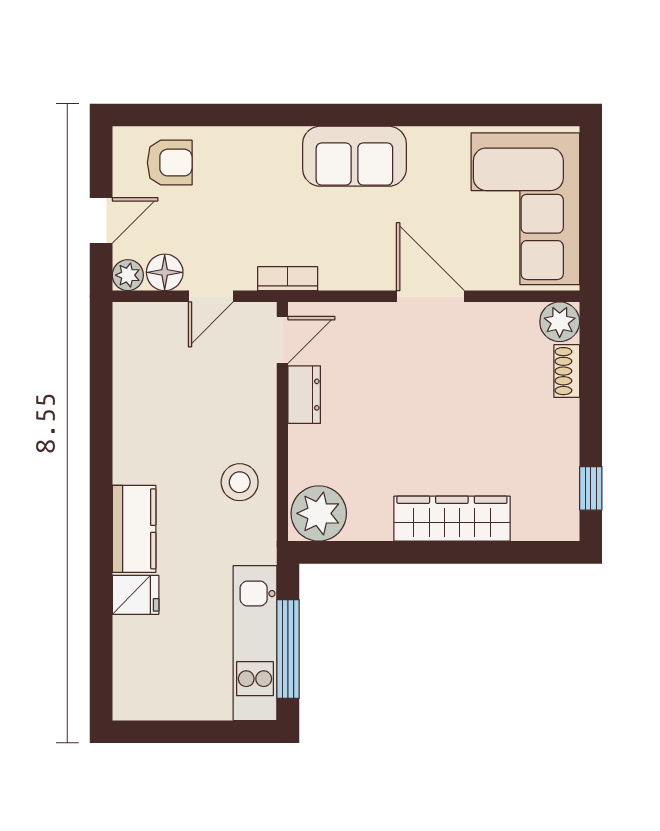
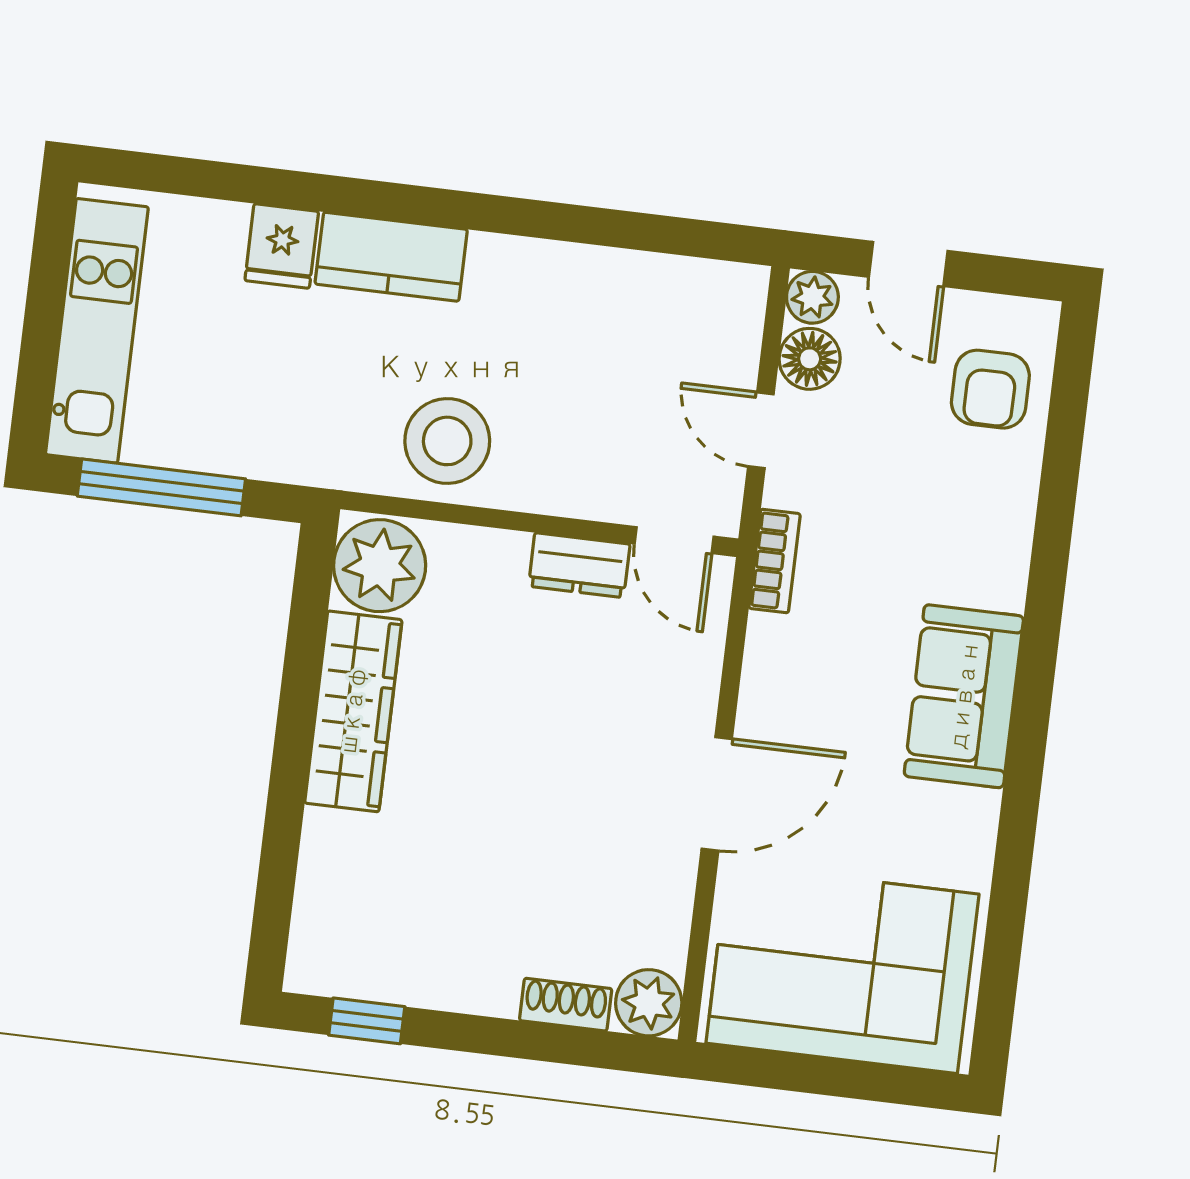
stool: (240, 482) -> (447, 441), width x1.38, depth x1.38
wardrobe: (452, 519) -> (353, 711), moved
kitchen unit: (255, 643) -> (97, 331), moved, turned 90

